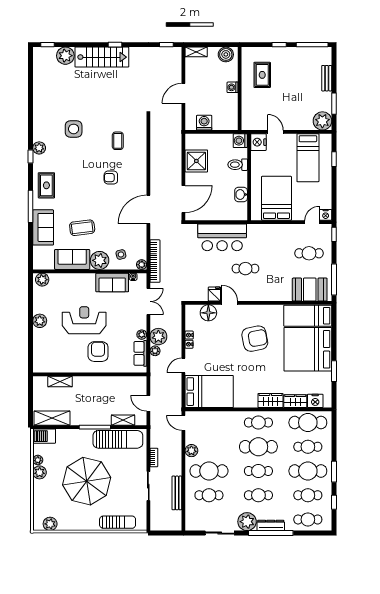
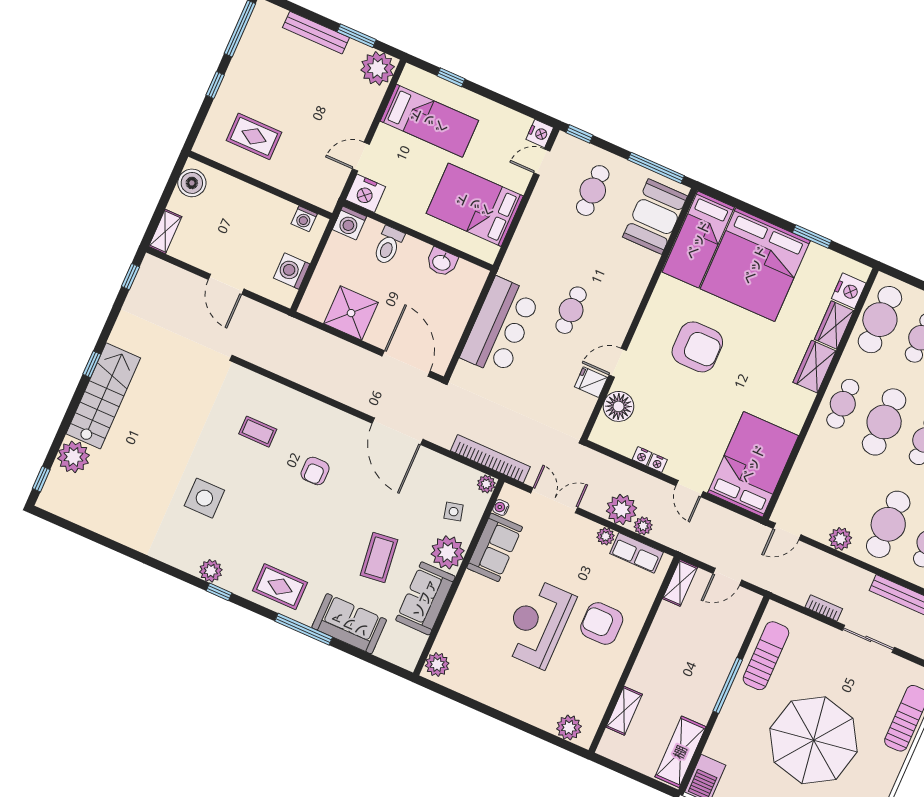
bench: (327, 78) -> (316, 33), width x1.36
washing machine: (233, 87) -> (304, 219), moved
door: (312, 222) -> (542, 162), hinge flipped
plant: (40, 321) -> (569, 728), moved
armchair: (255, 339) -> (697, 347), turned 101
shelving: (123, 420) -> (680, 583), moved
sun lounger: (118, 439) -> (766, 656), width x0.73, depth x0.75

